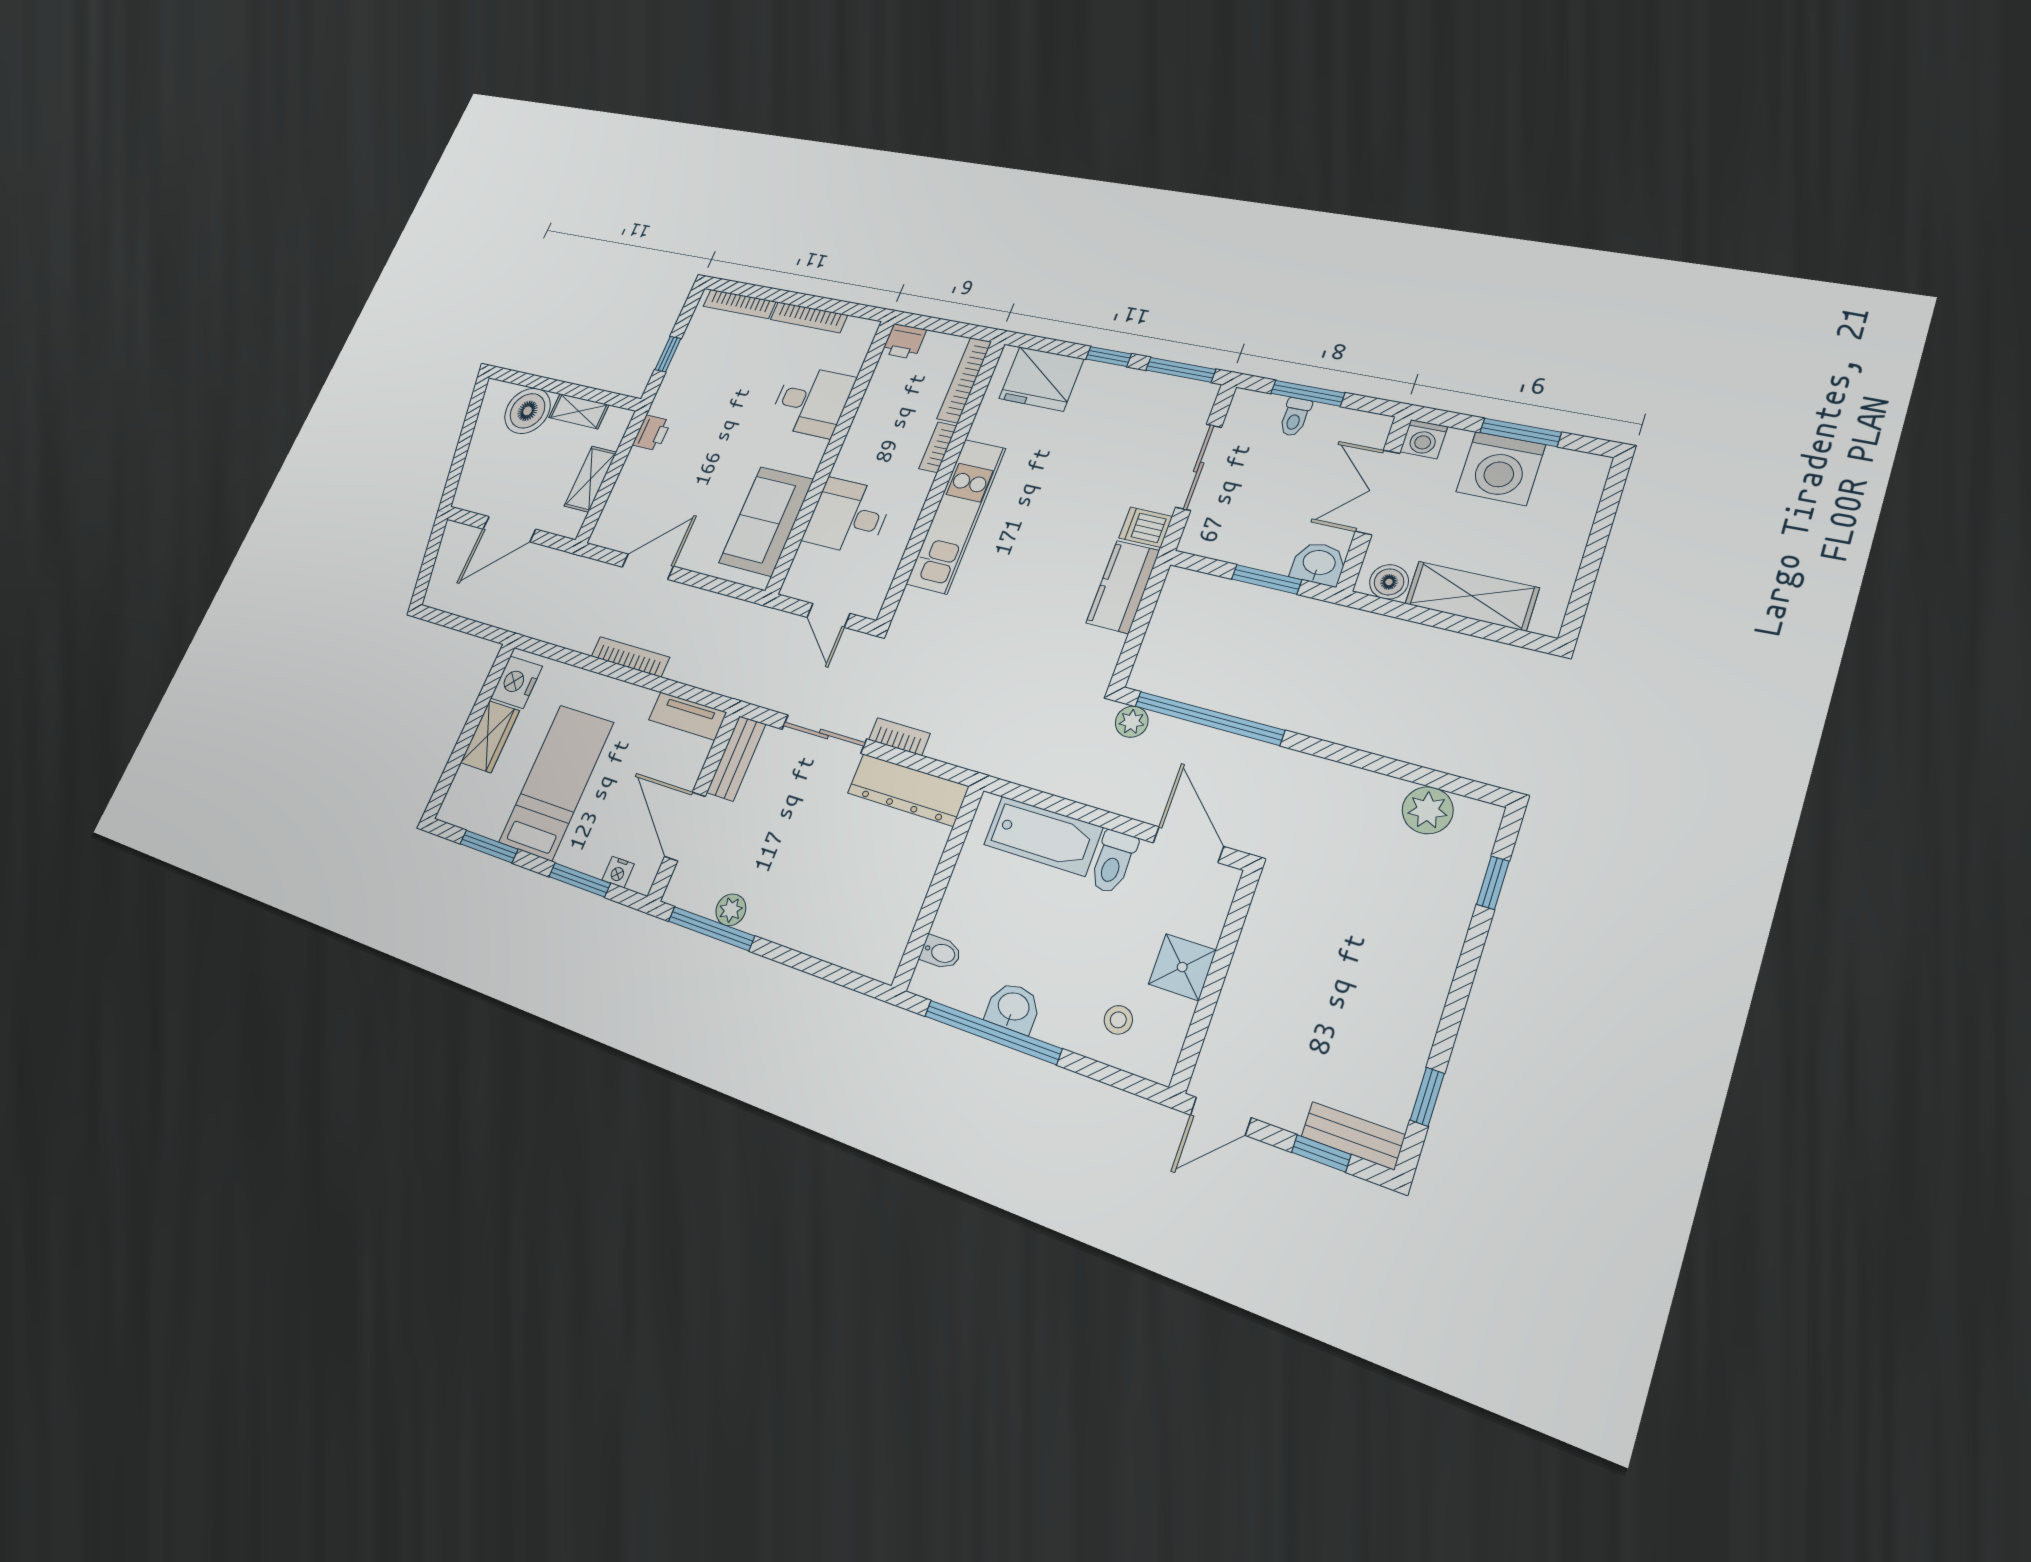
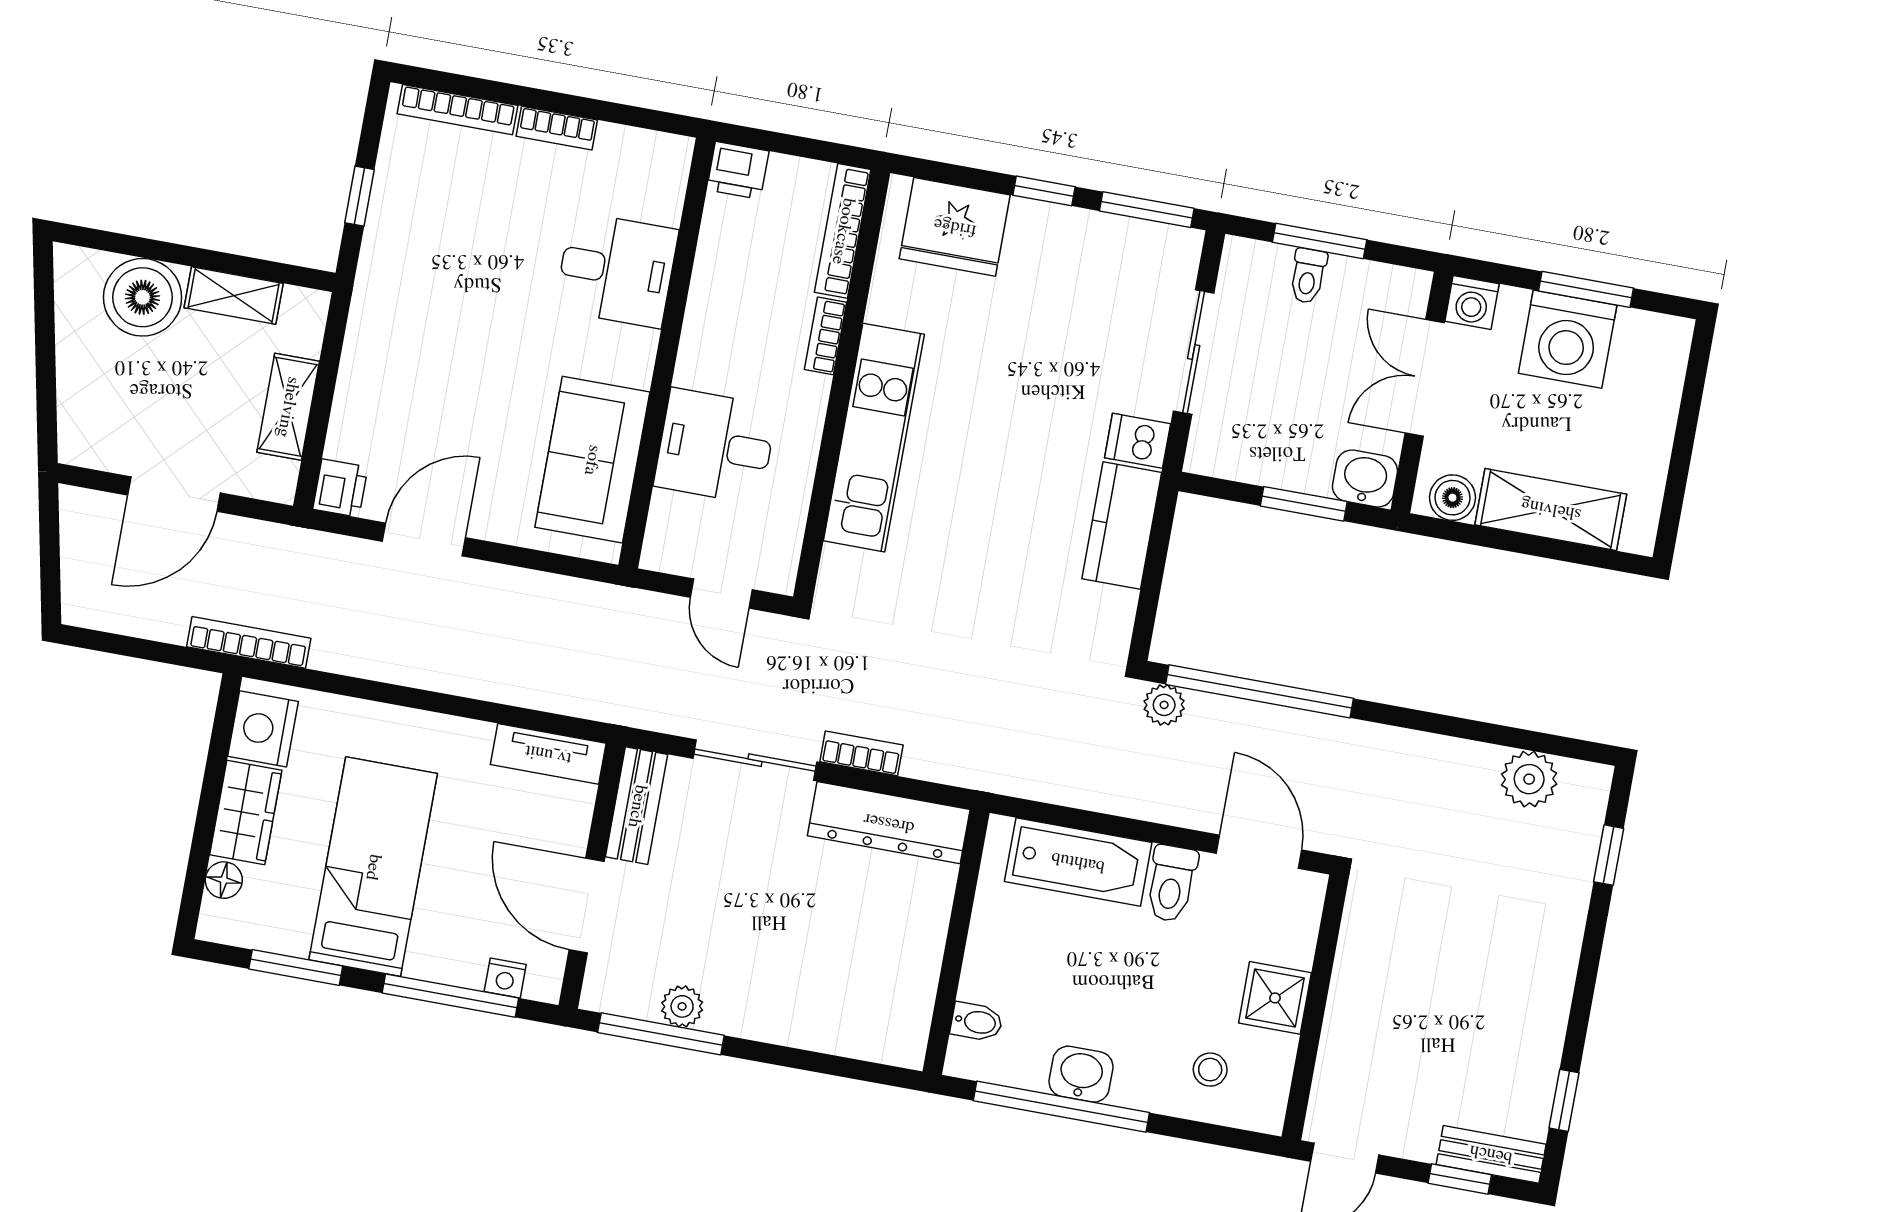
bookcase: (809, 317) -> (557, 128), width x0.64
printer: (652, 433) -> (340, 488), moved
bookcase: (630, 657) -> (249, 642), moved
floor lamp: (464, 781) -> (224, 880), added
window: (580, 880) -> (450, 996), width x1.44

